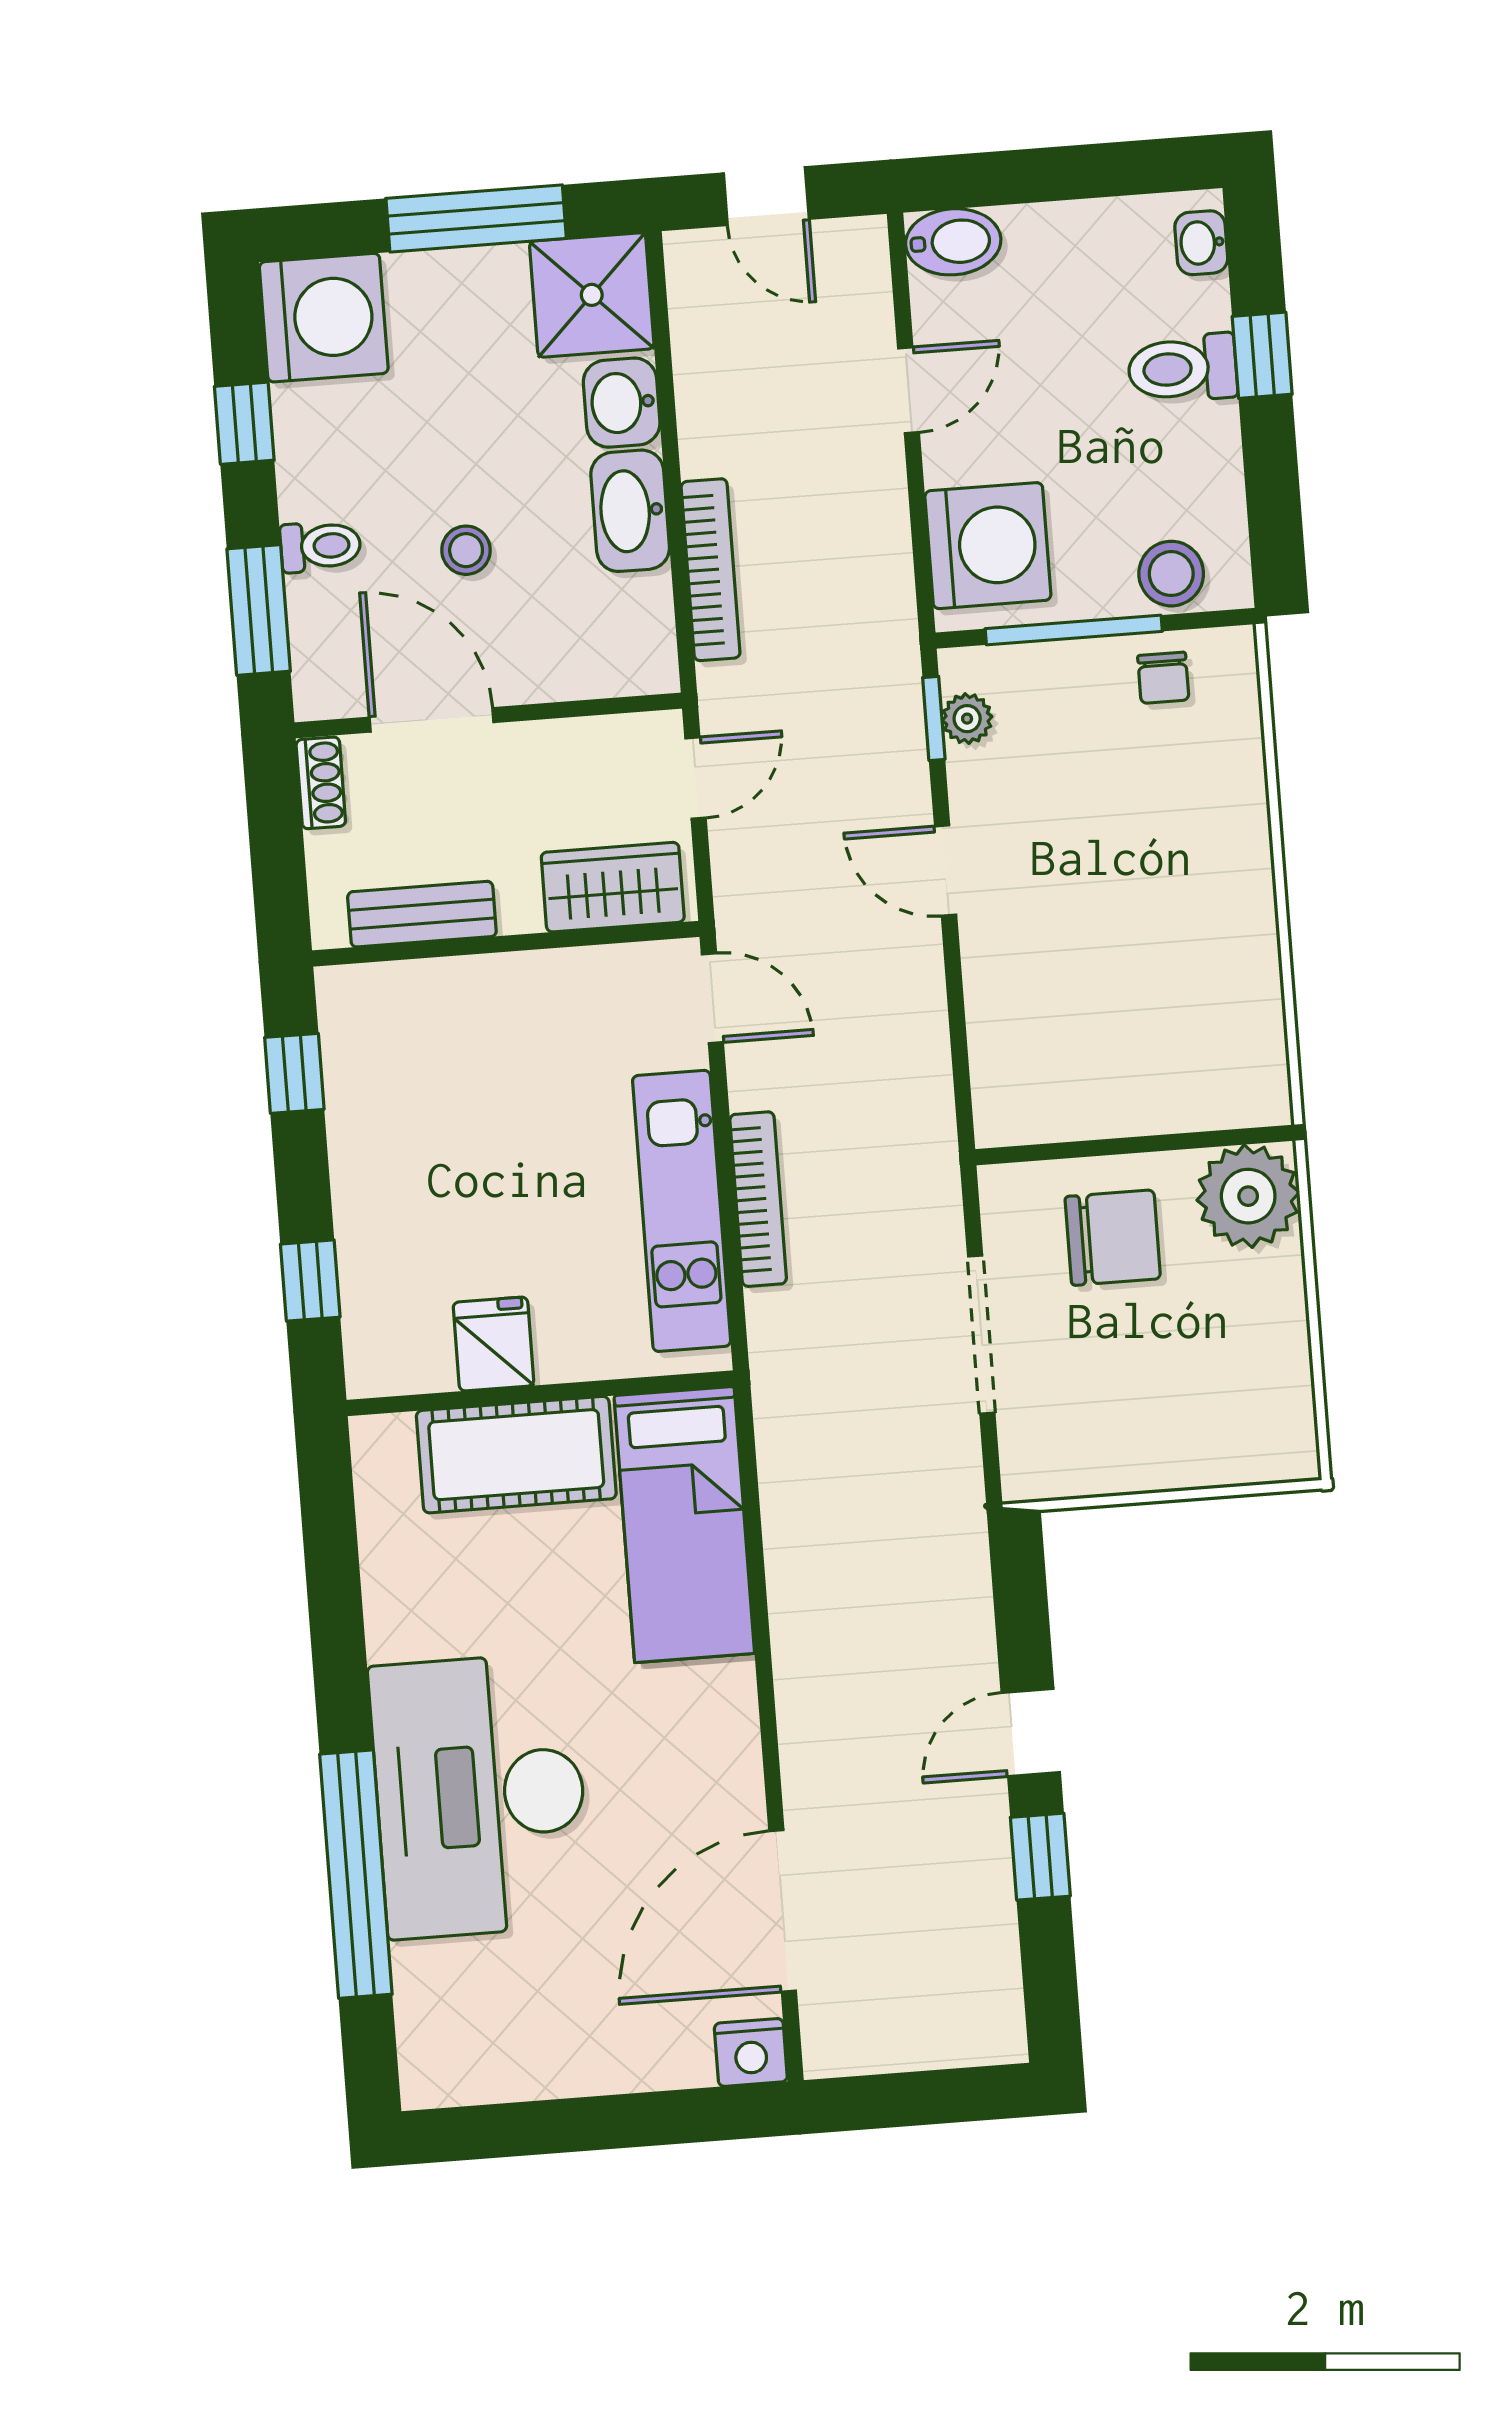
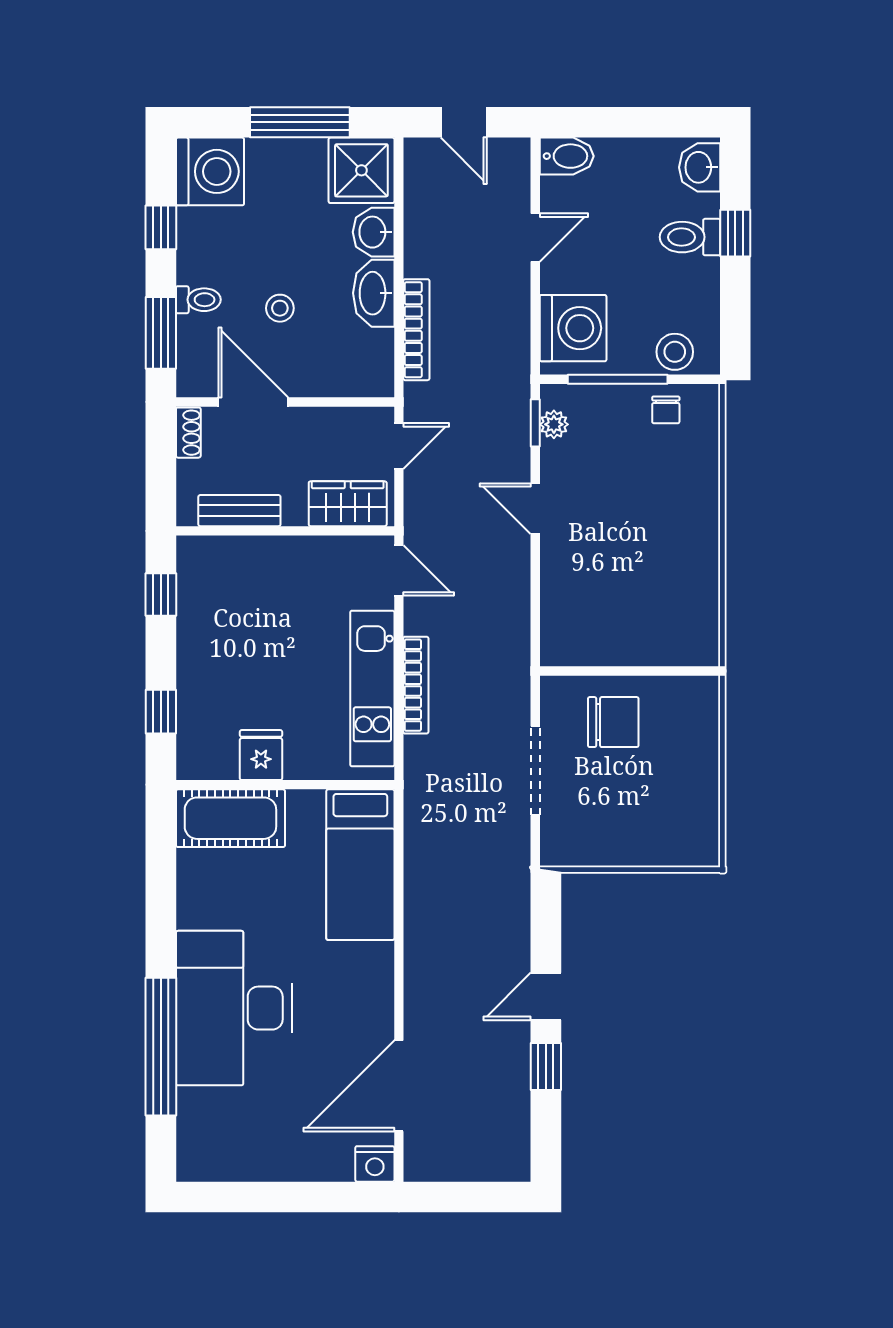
washbasin: (1201, 243) -> (700, 167), width x1.38, depth x1.45
plant: (1248, 1196) -> (691, 705), removed
cot: (516, 1455) -> (230, 818), moved

